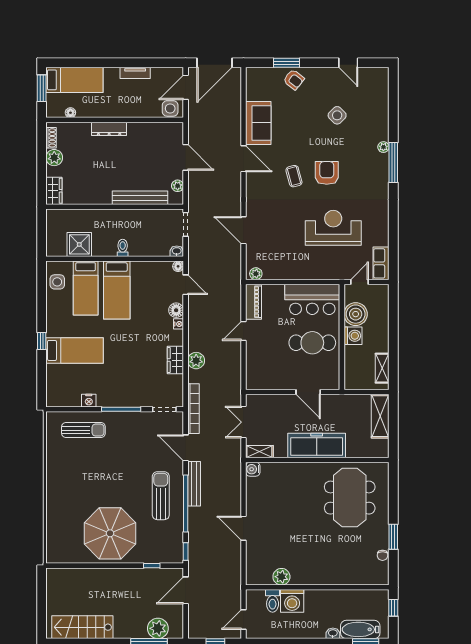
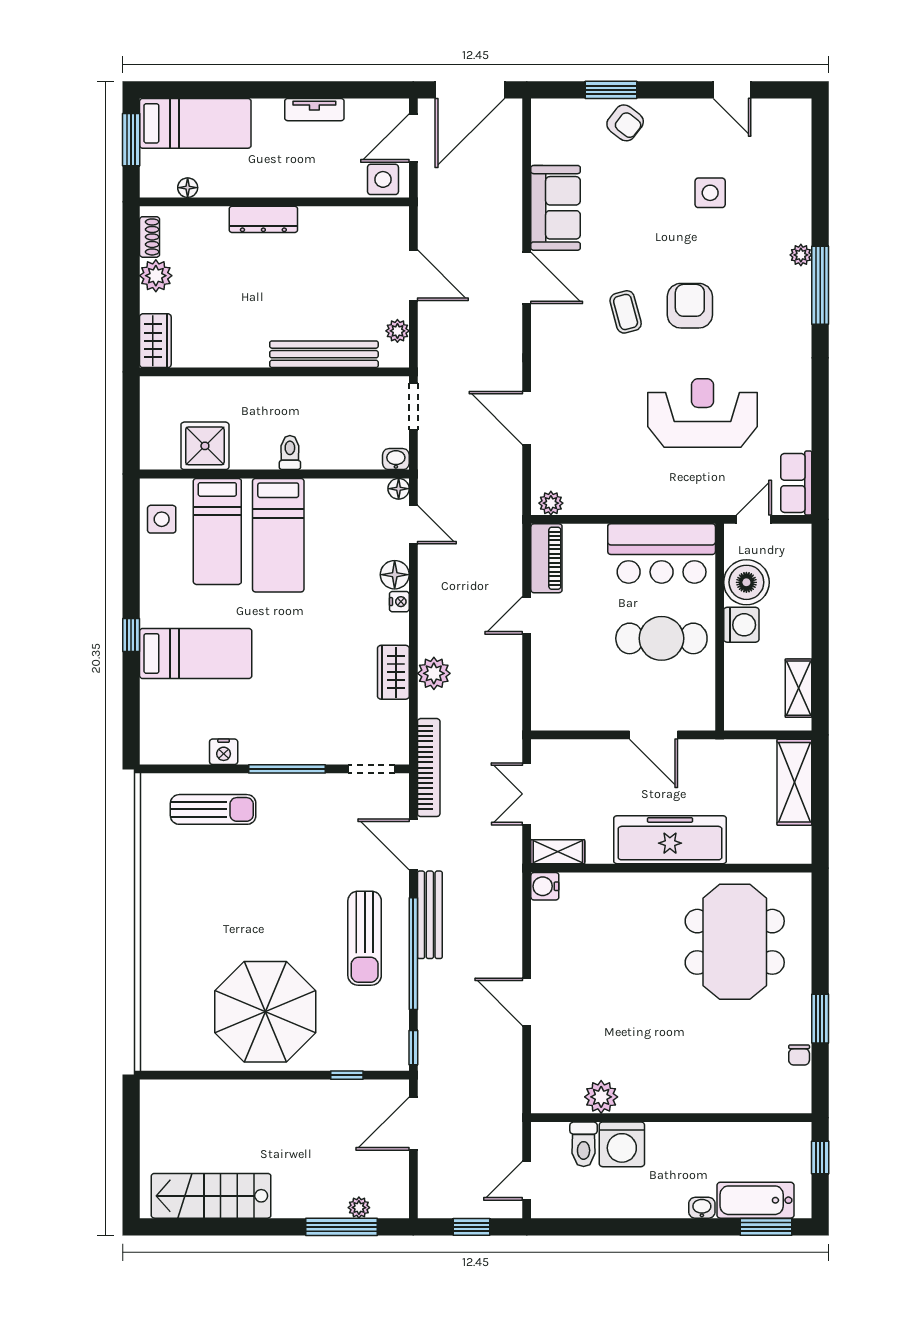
side table: (337, 115) -> (710, 193), turned 45
sun lounger: (161, 496) -> (365, 938), turned 180
plant: (158, 628) -> (359, 1208), width x0.53, depth x0.53

